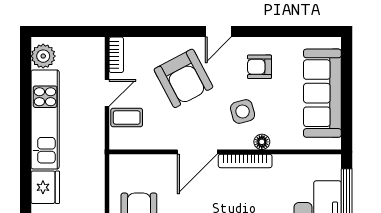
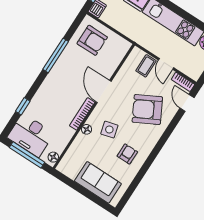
door: (218, 32) -> (187, 103), moved
sofa: (322, 93) -> (98, 182), width x0.73
floor lamp: (327, 162) -> (53, 157), added

